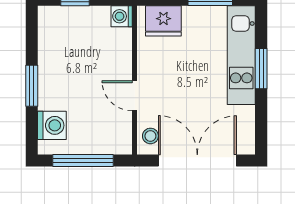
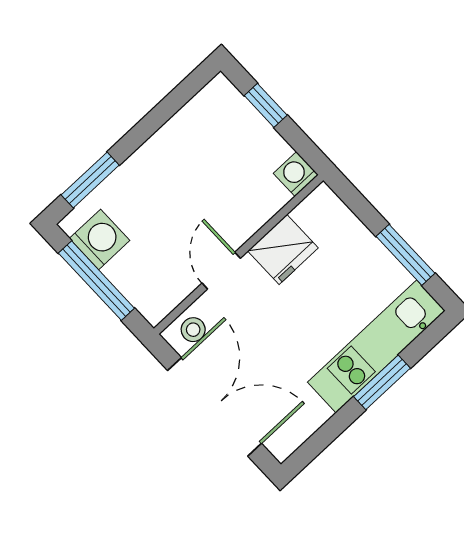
fridge: (163, 21) -> (283, 249), moved, turned -90
window: (32, 86) -> (90, 180), moved
washing machine: (52, 125) -> (100, 239), moved, turned -90

